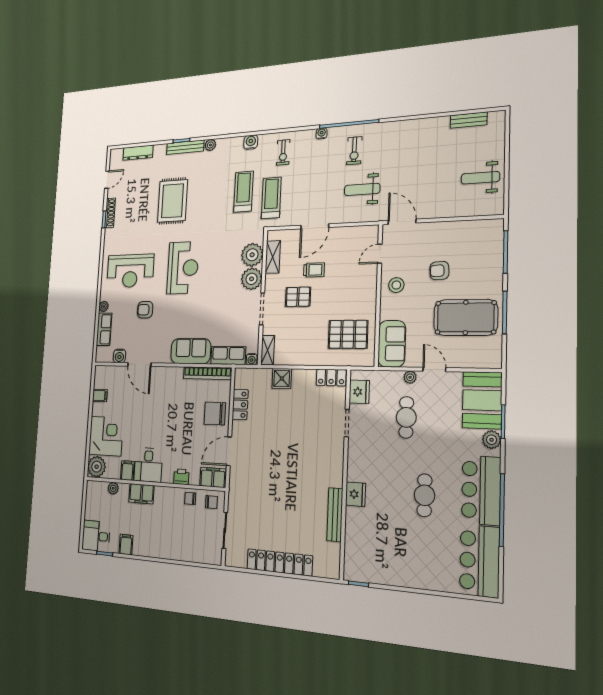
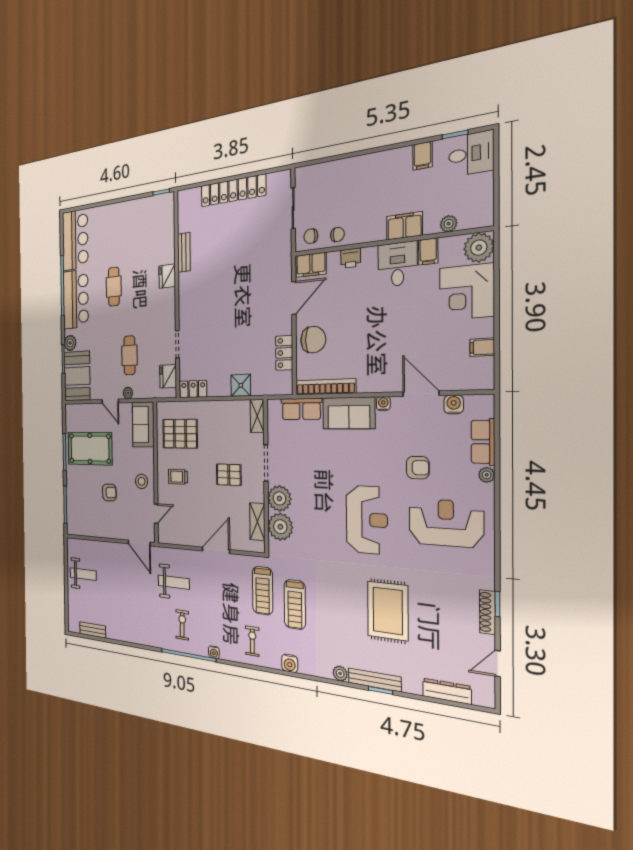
reception desk: (183, 268) -> (367, 520), turned 180
trolley: (314, 270) -> (178, 477), moved
water cooler: (252, 359) -> (383, 403), moved
bench: (335, 515) -> (184, 252), width x0.73

